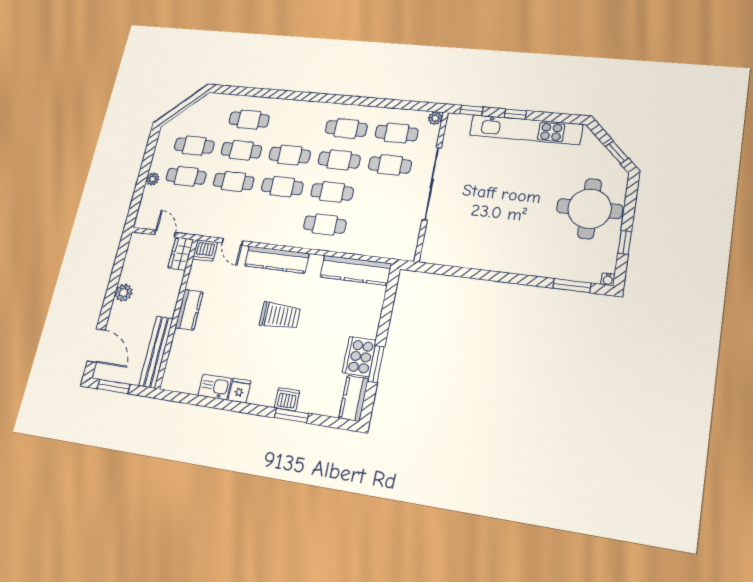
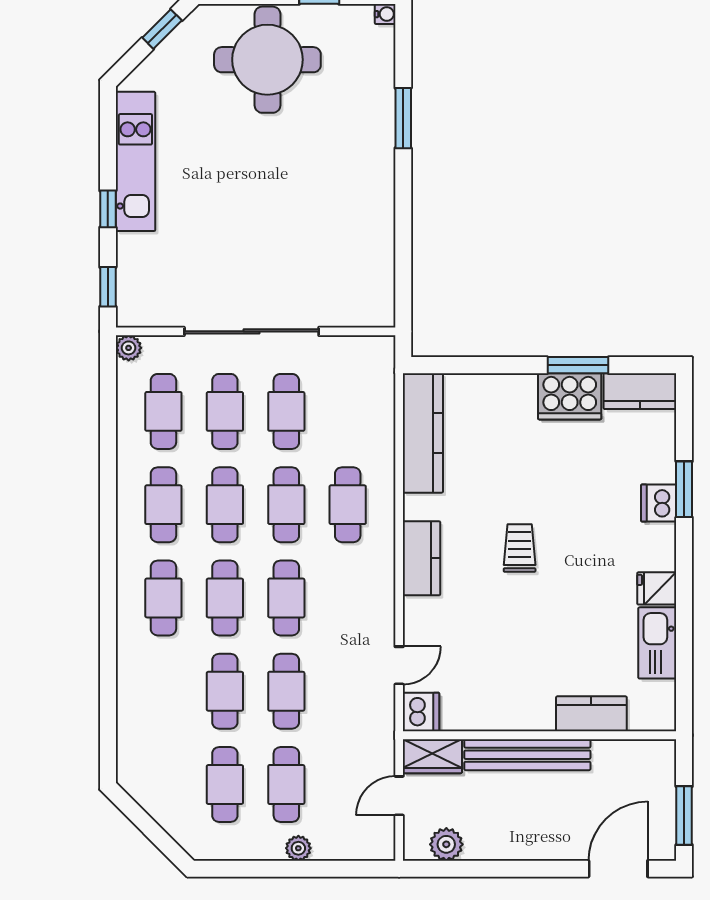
cafe table: (249, 120) -> (163, 598), moved
kitchen unit: (526, 130) -> (135, 161), width x0.73
cafe table: (383, 197) -> (286, 411), added
kitchen counter: (277, 260) -> (421, 558), width x0.67
window: (572, 286) -> (403, 118), moved
plant: (124, 293) -> (446, 844), moved
kitchen counter: (189, 310) -> (591, 714), moved
trolley: (280, 316) -> (520, 548), width x0.73, depth x0.72
bench: (156, 352) -> (527, 755), moved
kitchen sink: (215, 387) -> (657, 643), width x1.38

